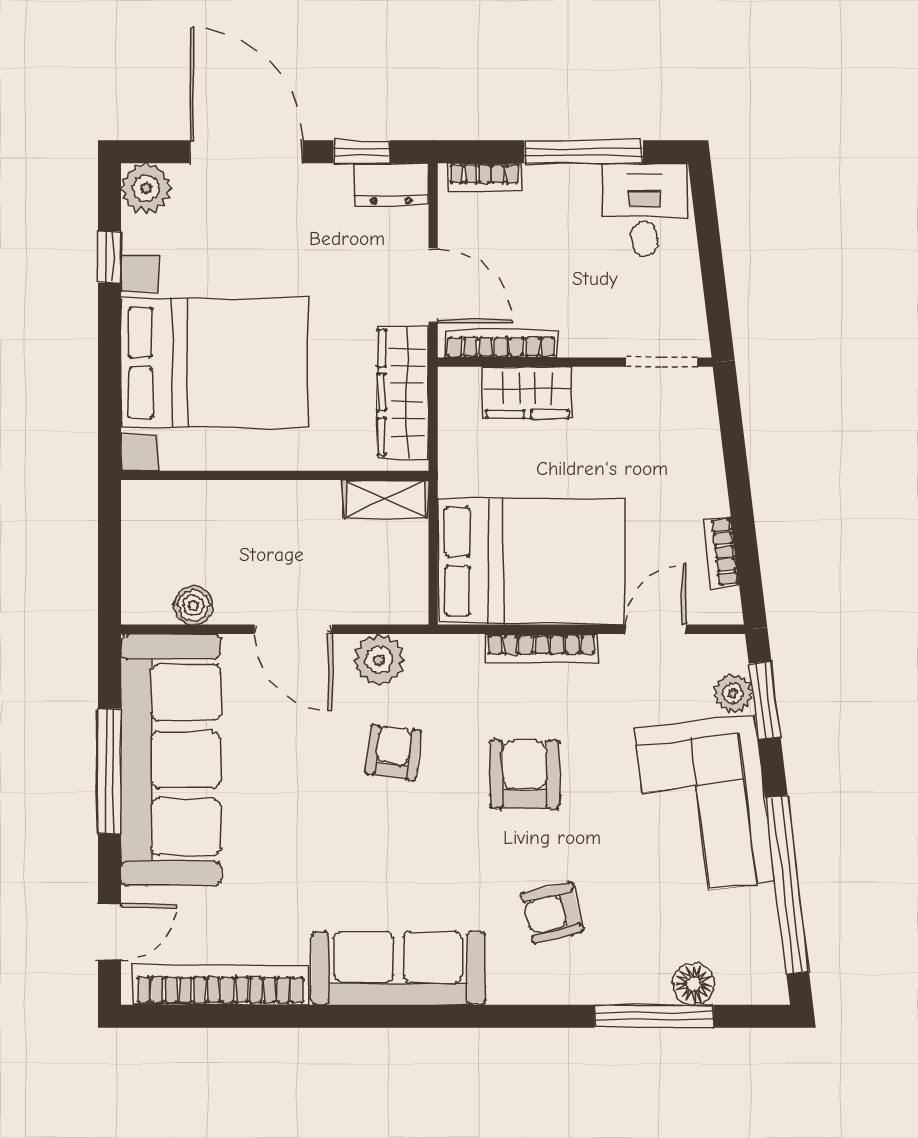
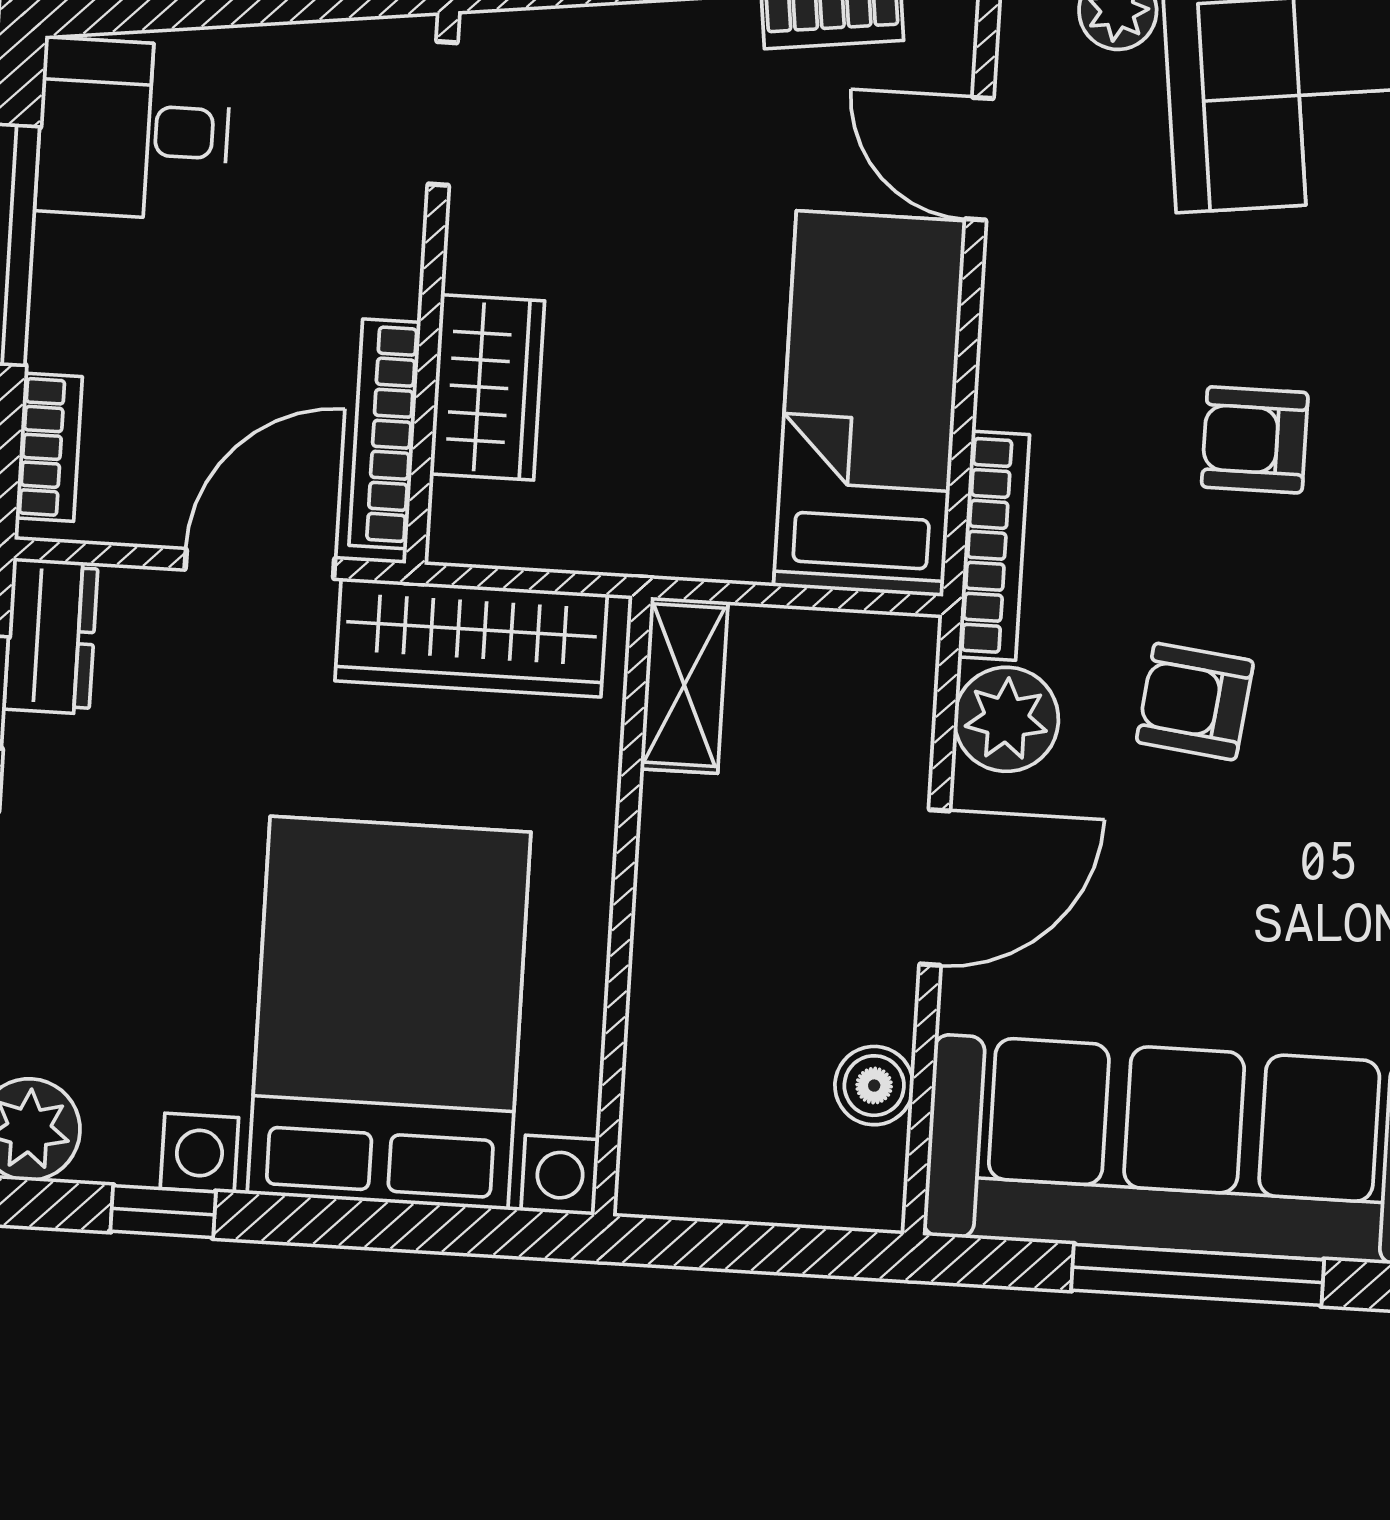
bed: (531, 561) -> (869, 404), width x0.67
bookcase: (541, 648) -> (994, 546), moved
armchair: (525, 774) -> (1255, 440), width x0.72, depth x0.72

